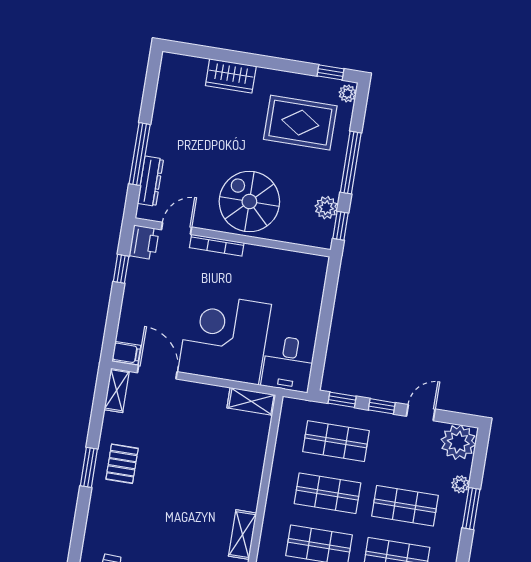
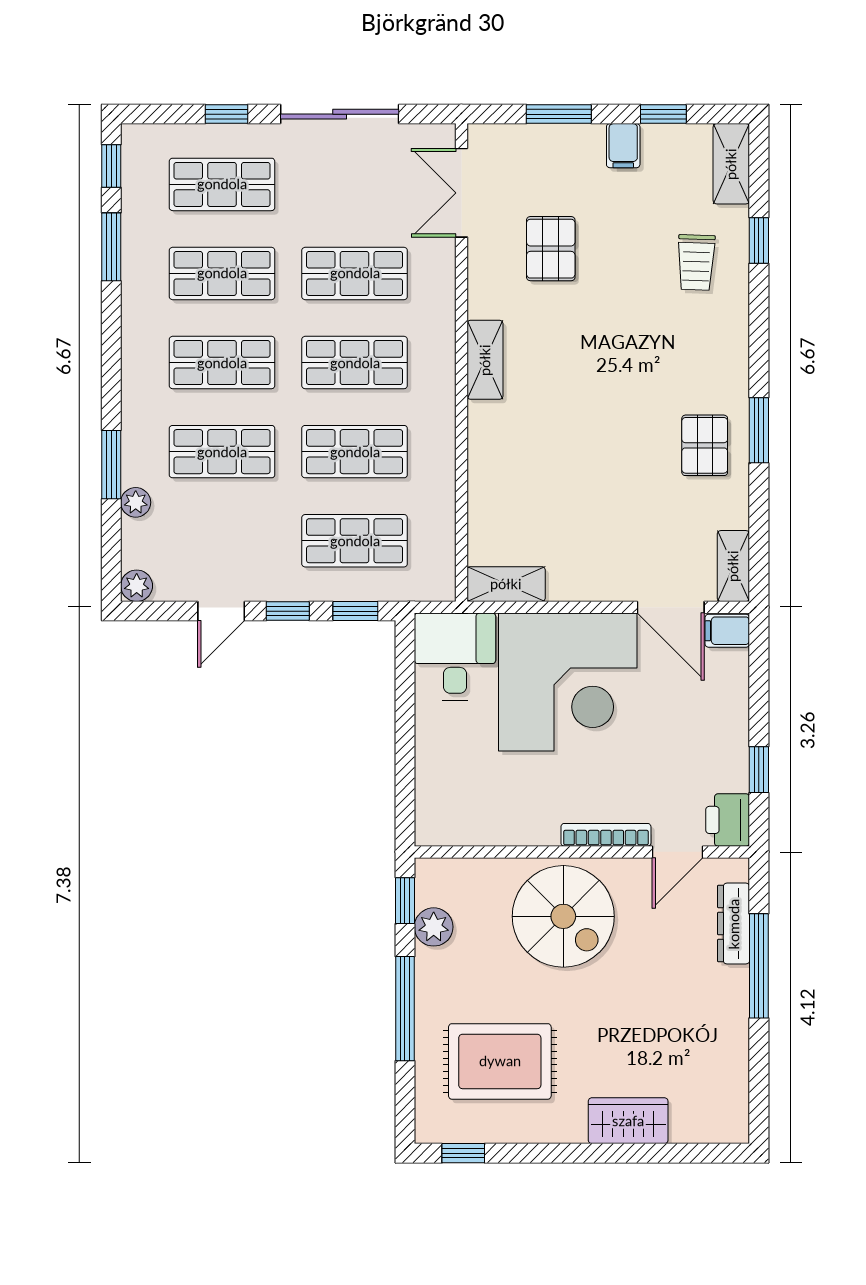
plant: (347, 93) -> (429, 1123), removed
plant: (458, 442) -> (137, 586), width x0.53, depth x0.53

